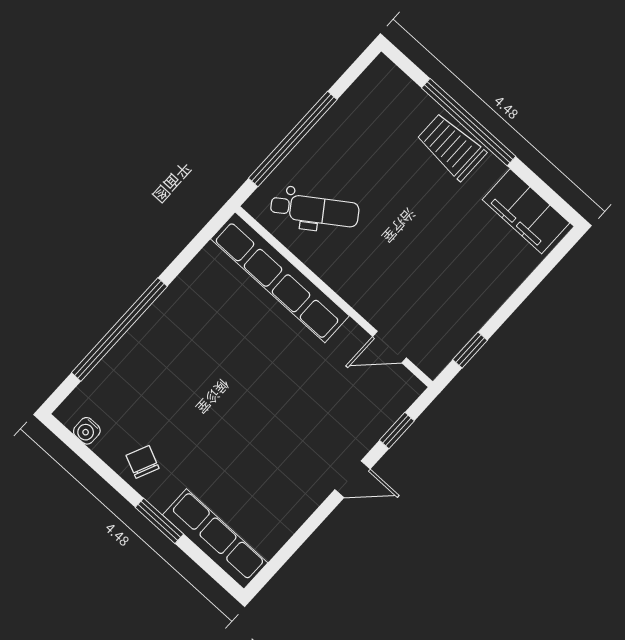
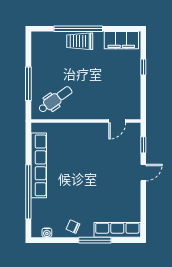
window: (293, 139) -> (28, 84), width x0.68
row of seats: (280, 277) -> (39, 165), moved, turned -90
window: (470, 350) -> (143, 67), moved
window: (159, 521) -> (95, 240), width x1.44

